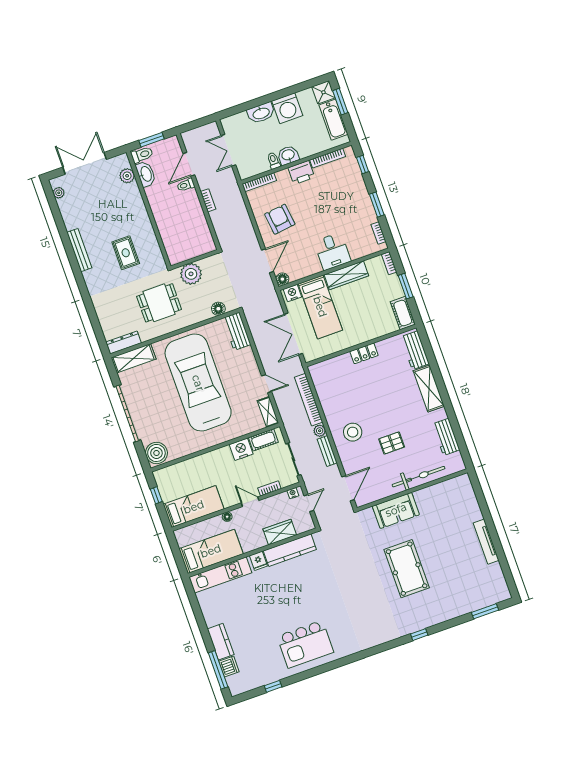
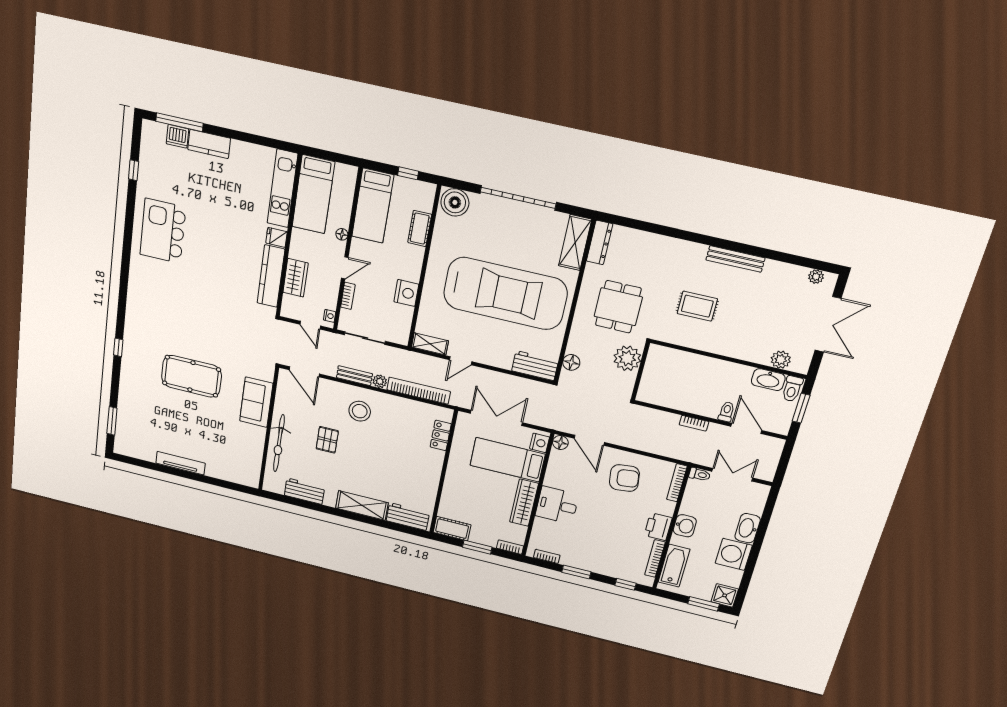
bathtub: (334, 120) -> (674, 566), moved, turned 90
toilet: (274, 161) -> (700, 474), moved
locker: (364, 353) -> (441, 435), moved
cot: (263, 440) -> (420, 229), moved

